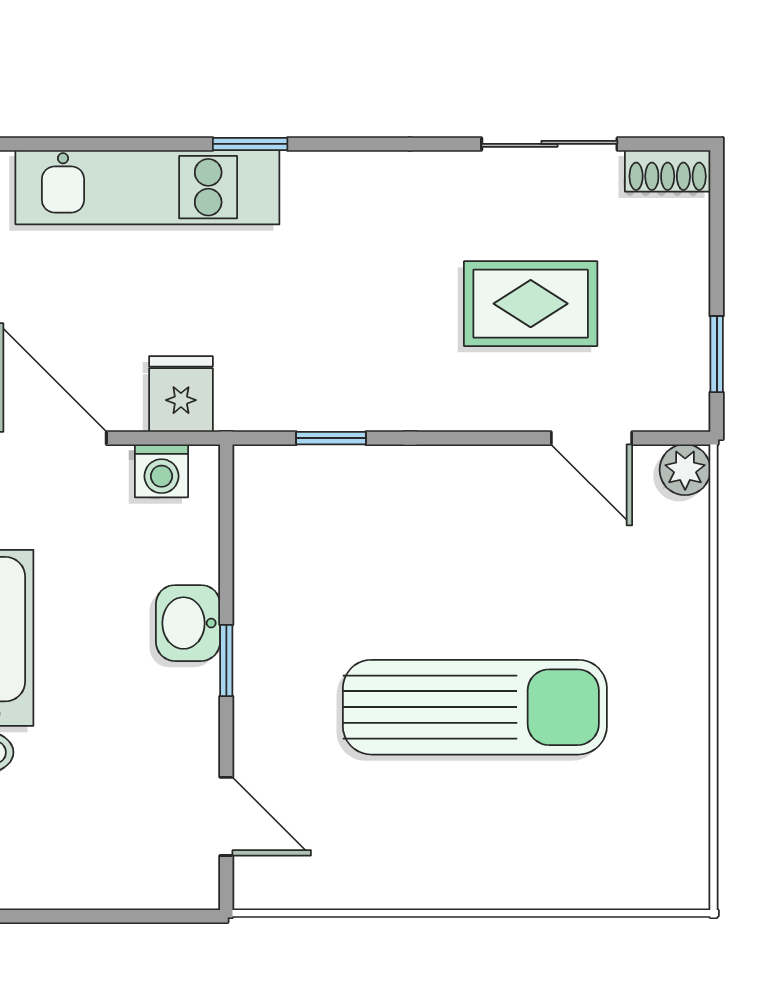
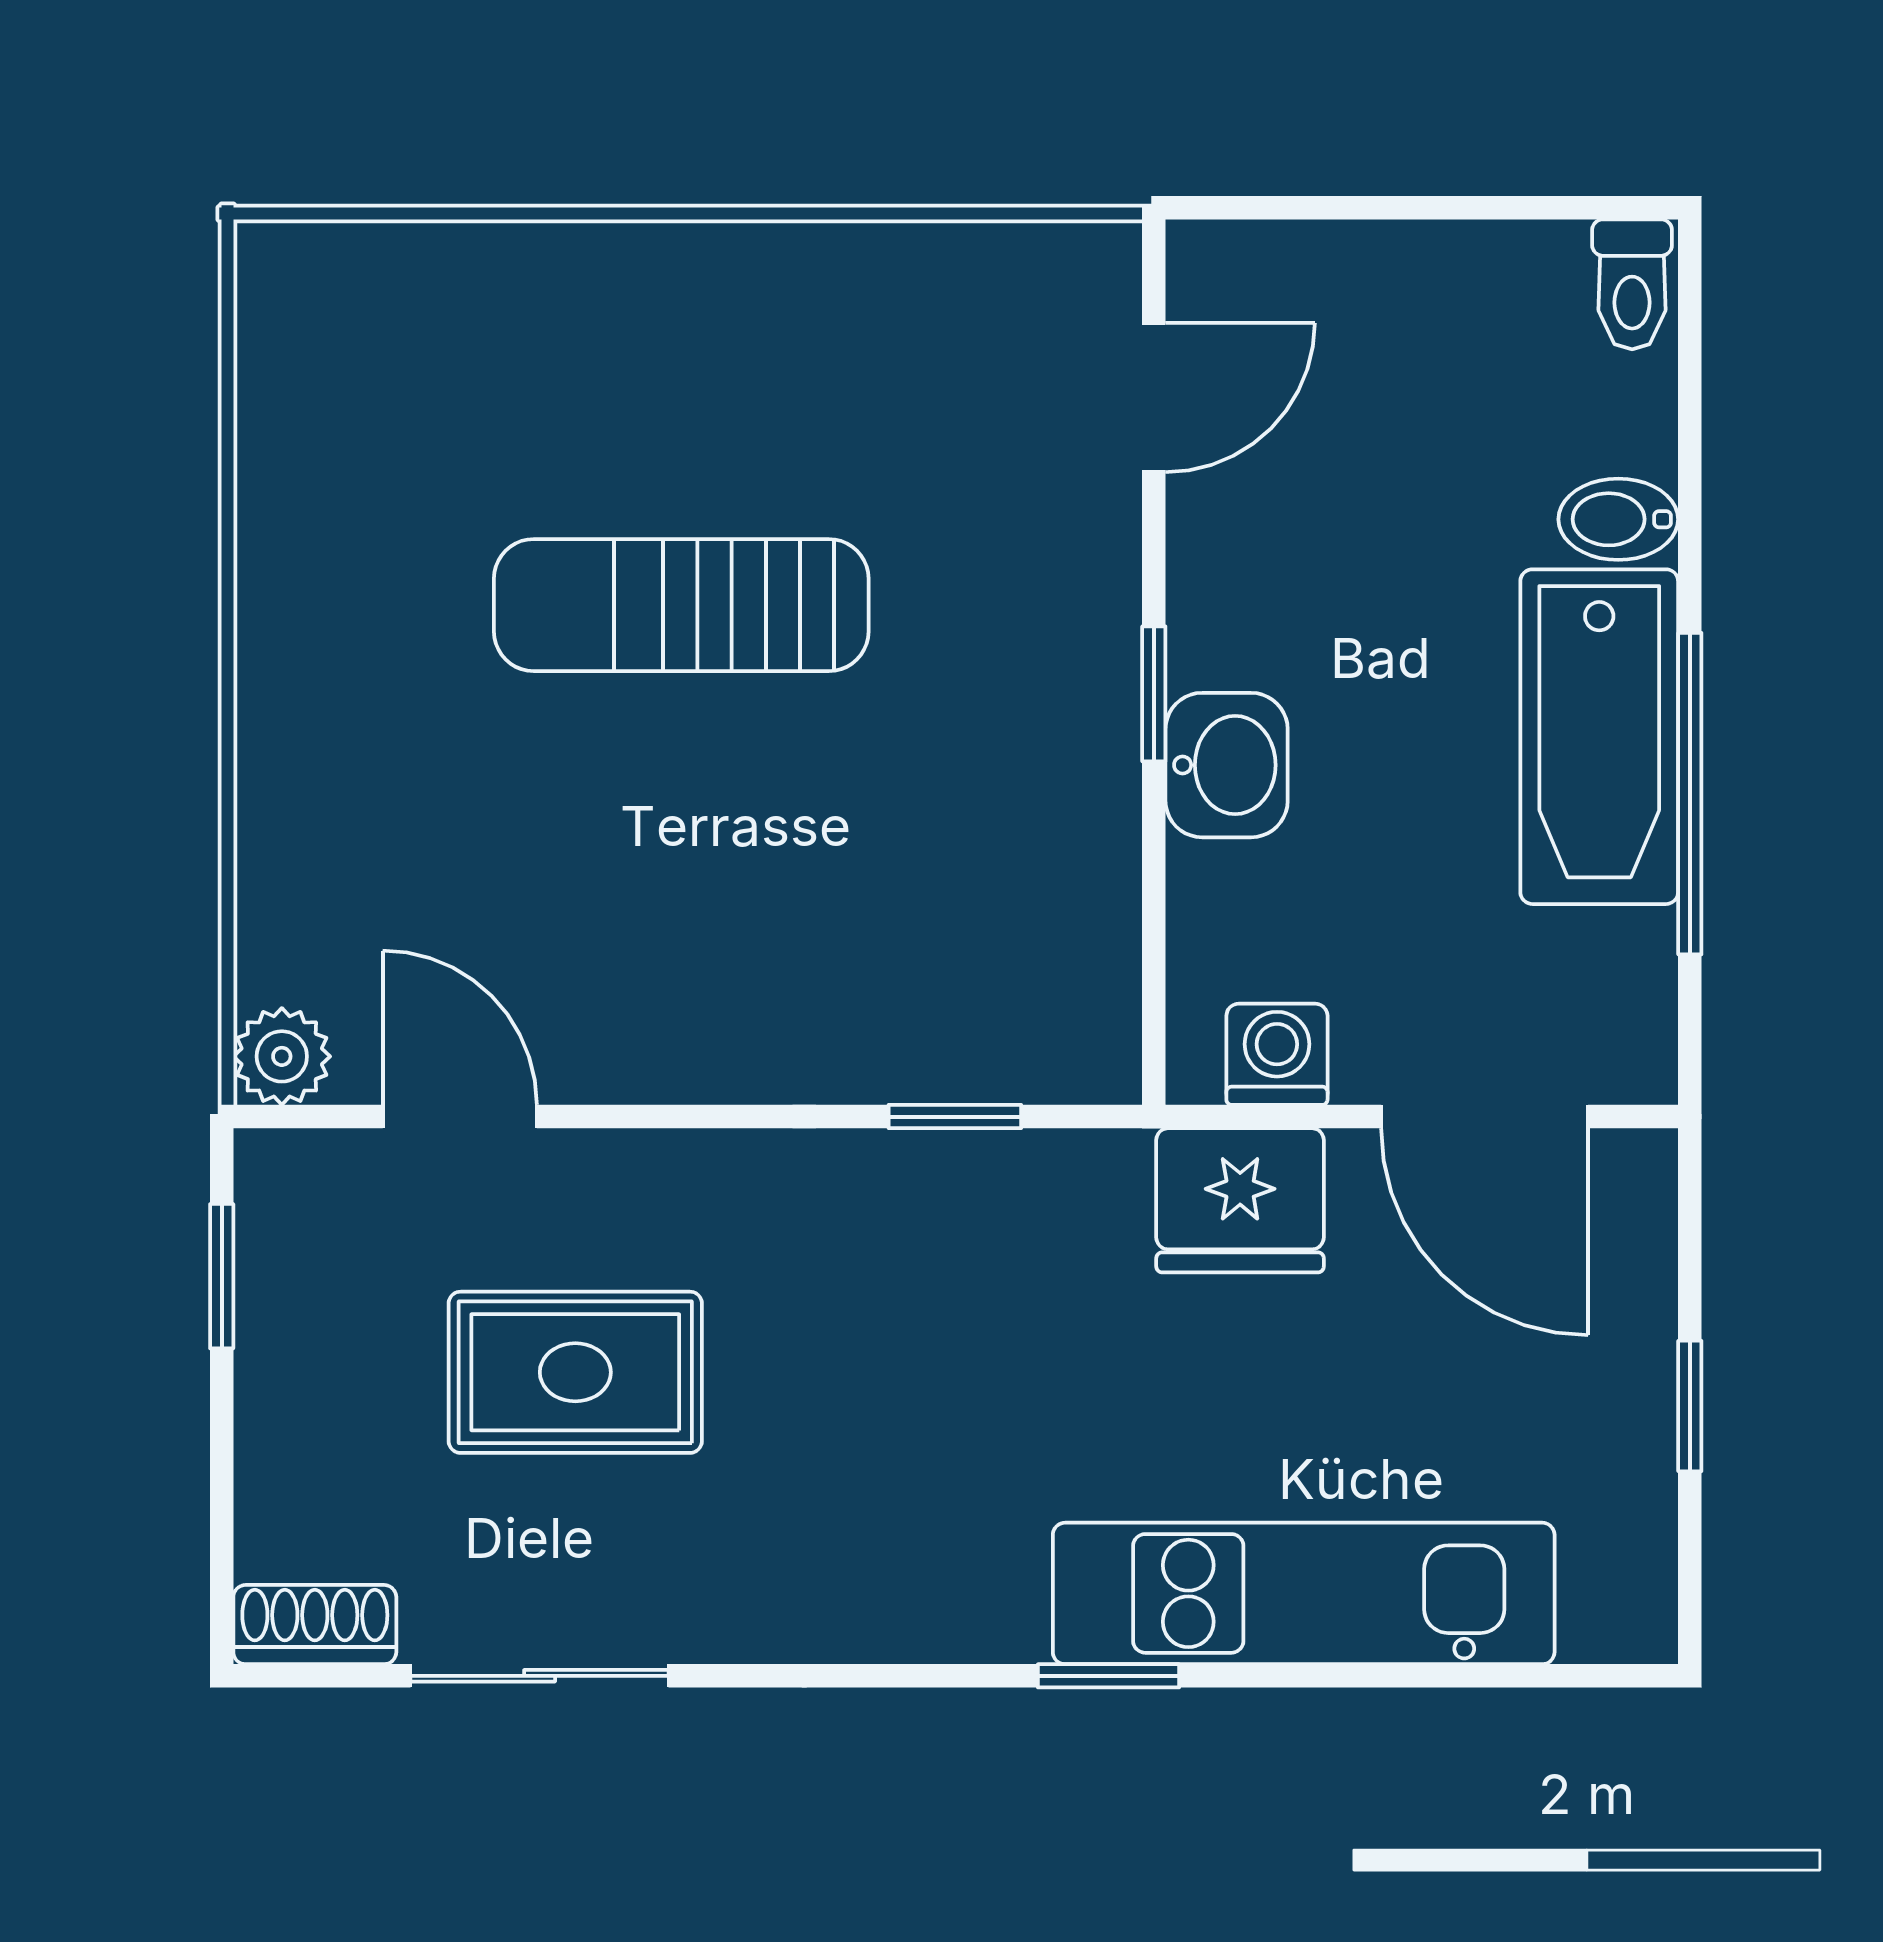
fridge: (181, 394) -> (1240, 1200), width x1.38
sun lounger: (475, 707) -> (681, 605), width x0.73, depth x0.75
door: (226, 816) -> (1154, 398), swing flipped

